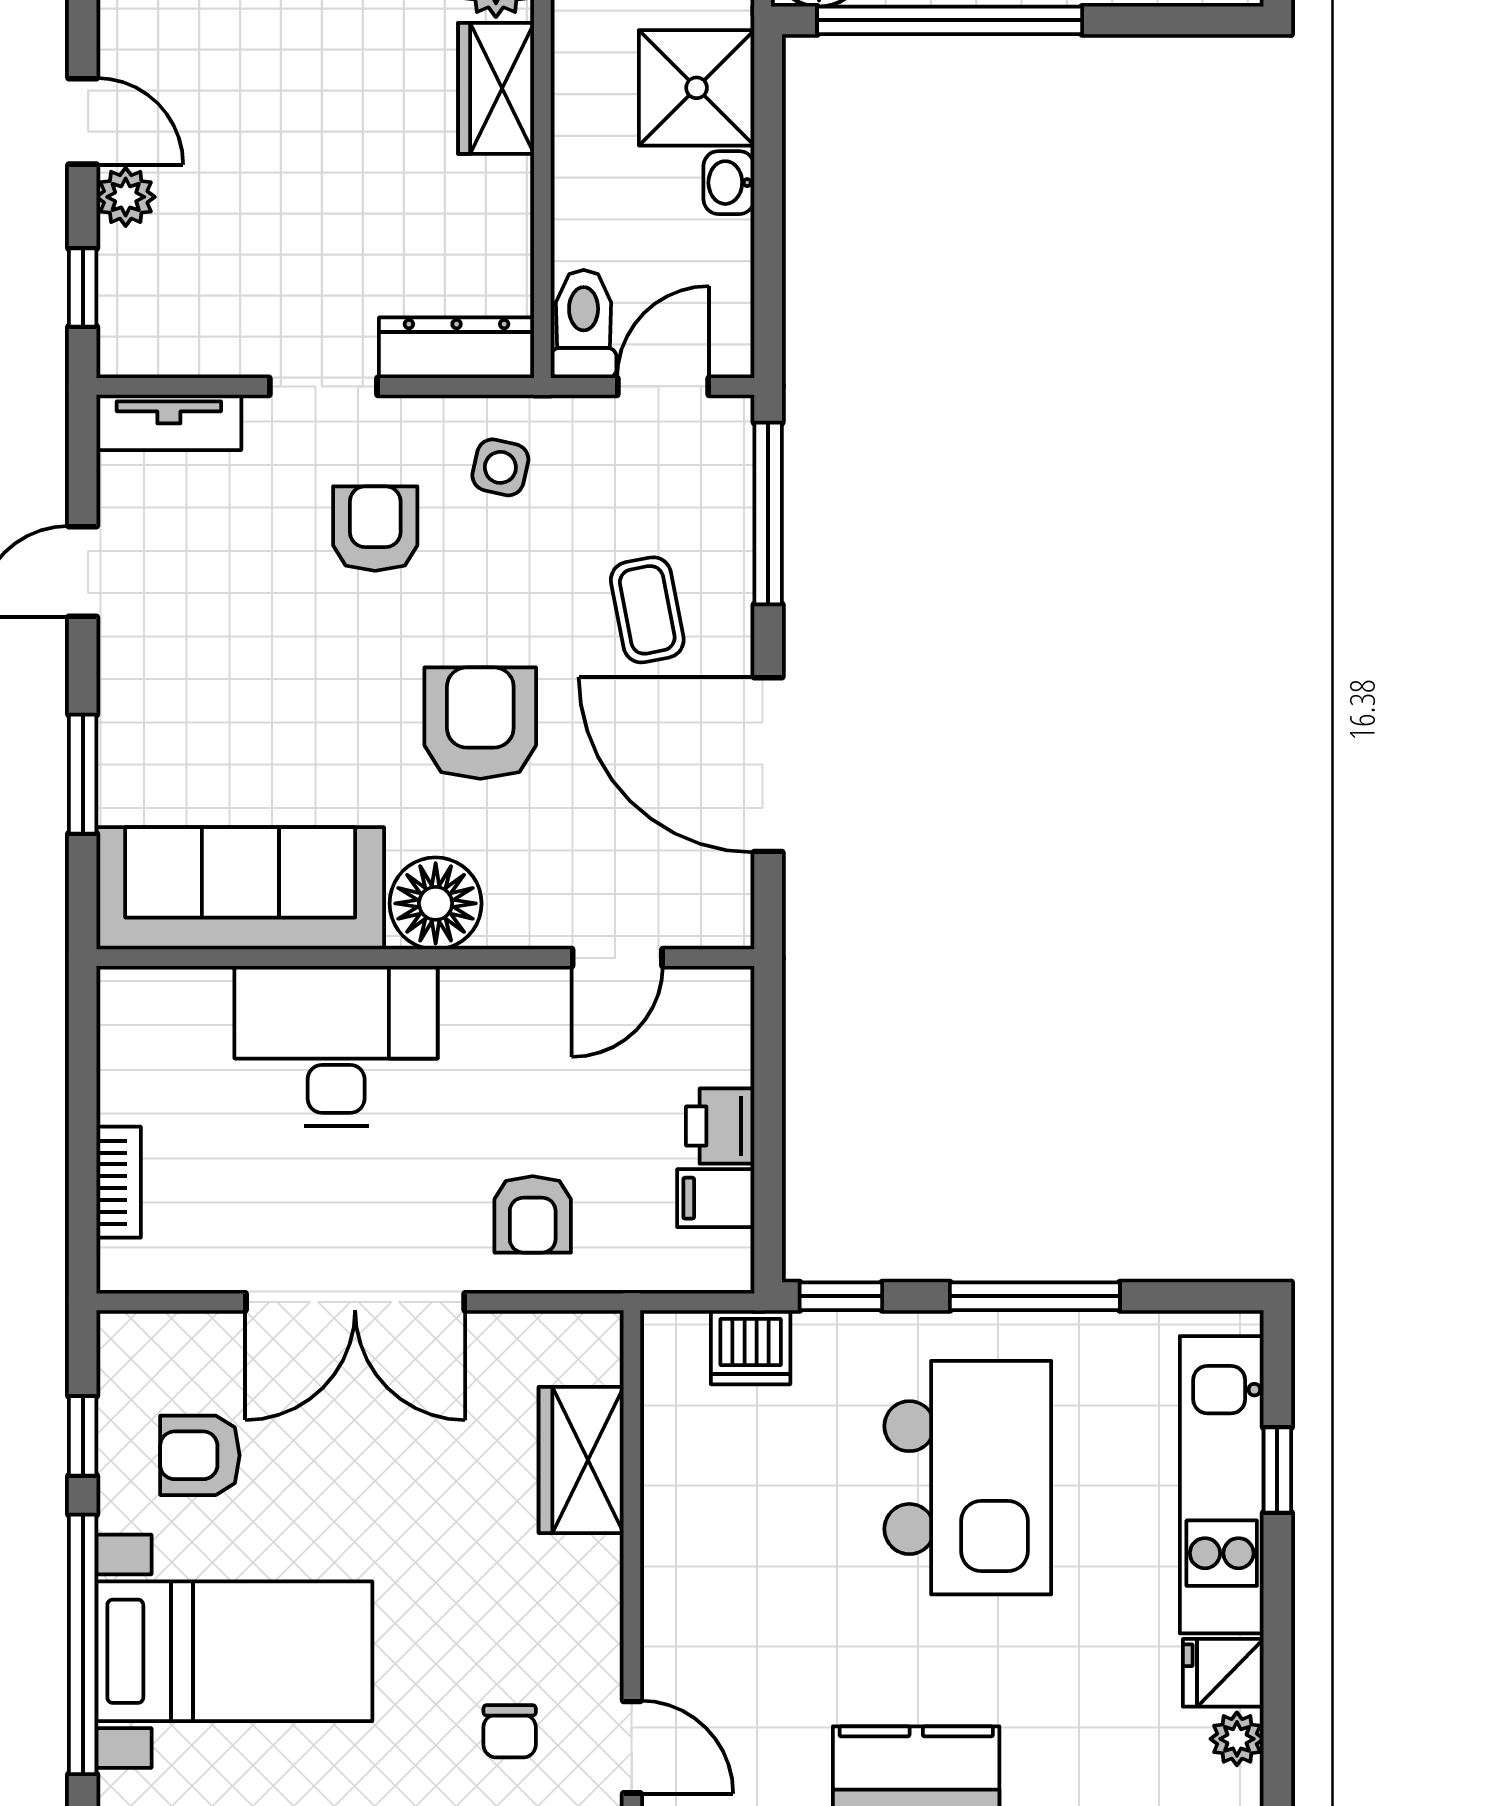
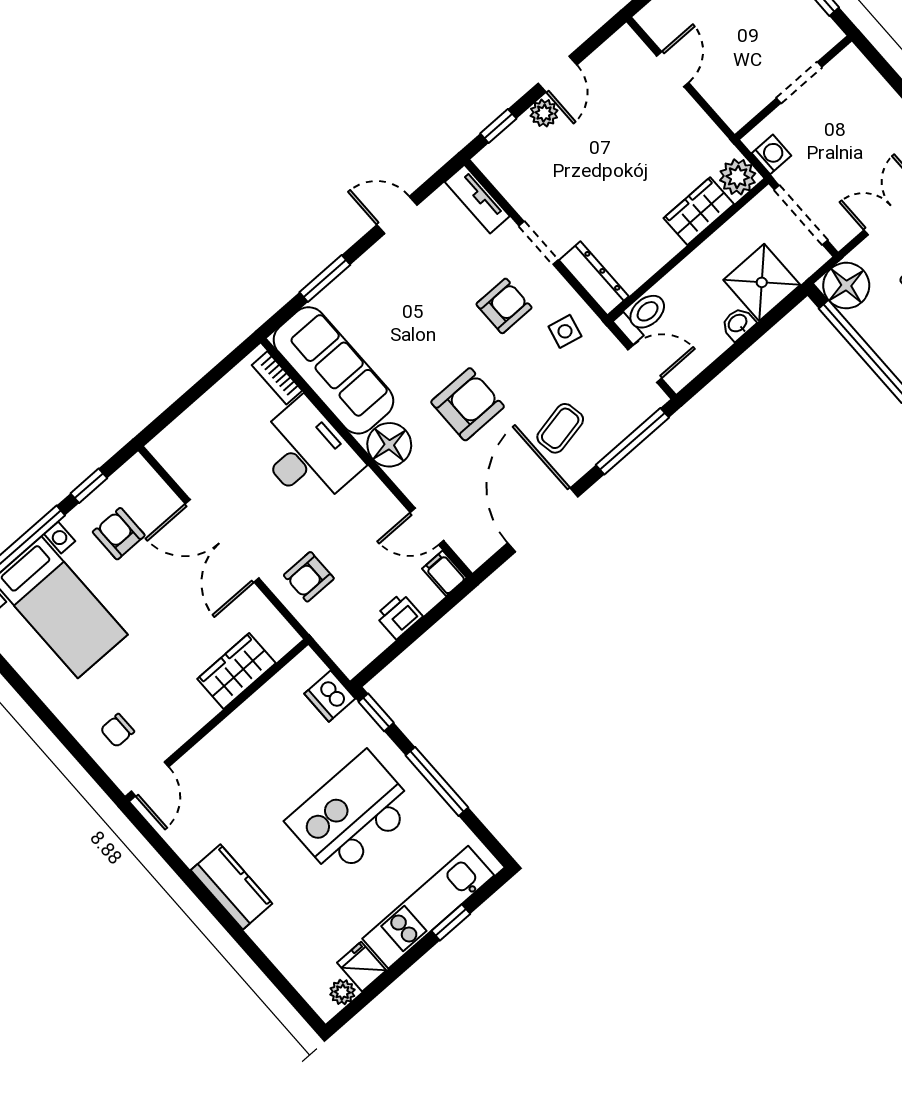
bookcase: (119, 1182) -> (277, 378), moved, turned 90
filing cabinet: (716, 1198) -> (444, 573), moved
kitchen island: (968, 1478) -> (351, 814), turned 180

